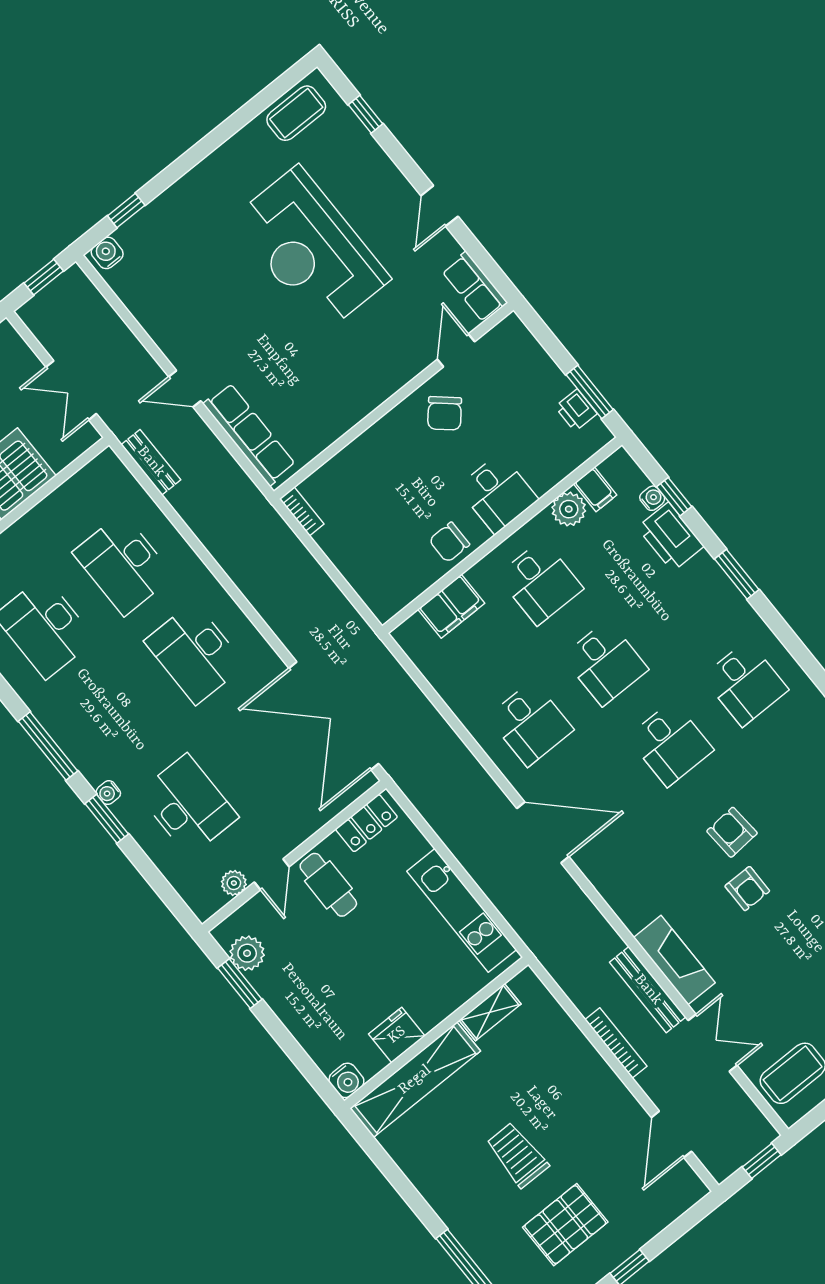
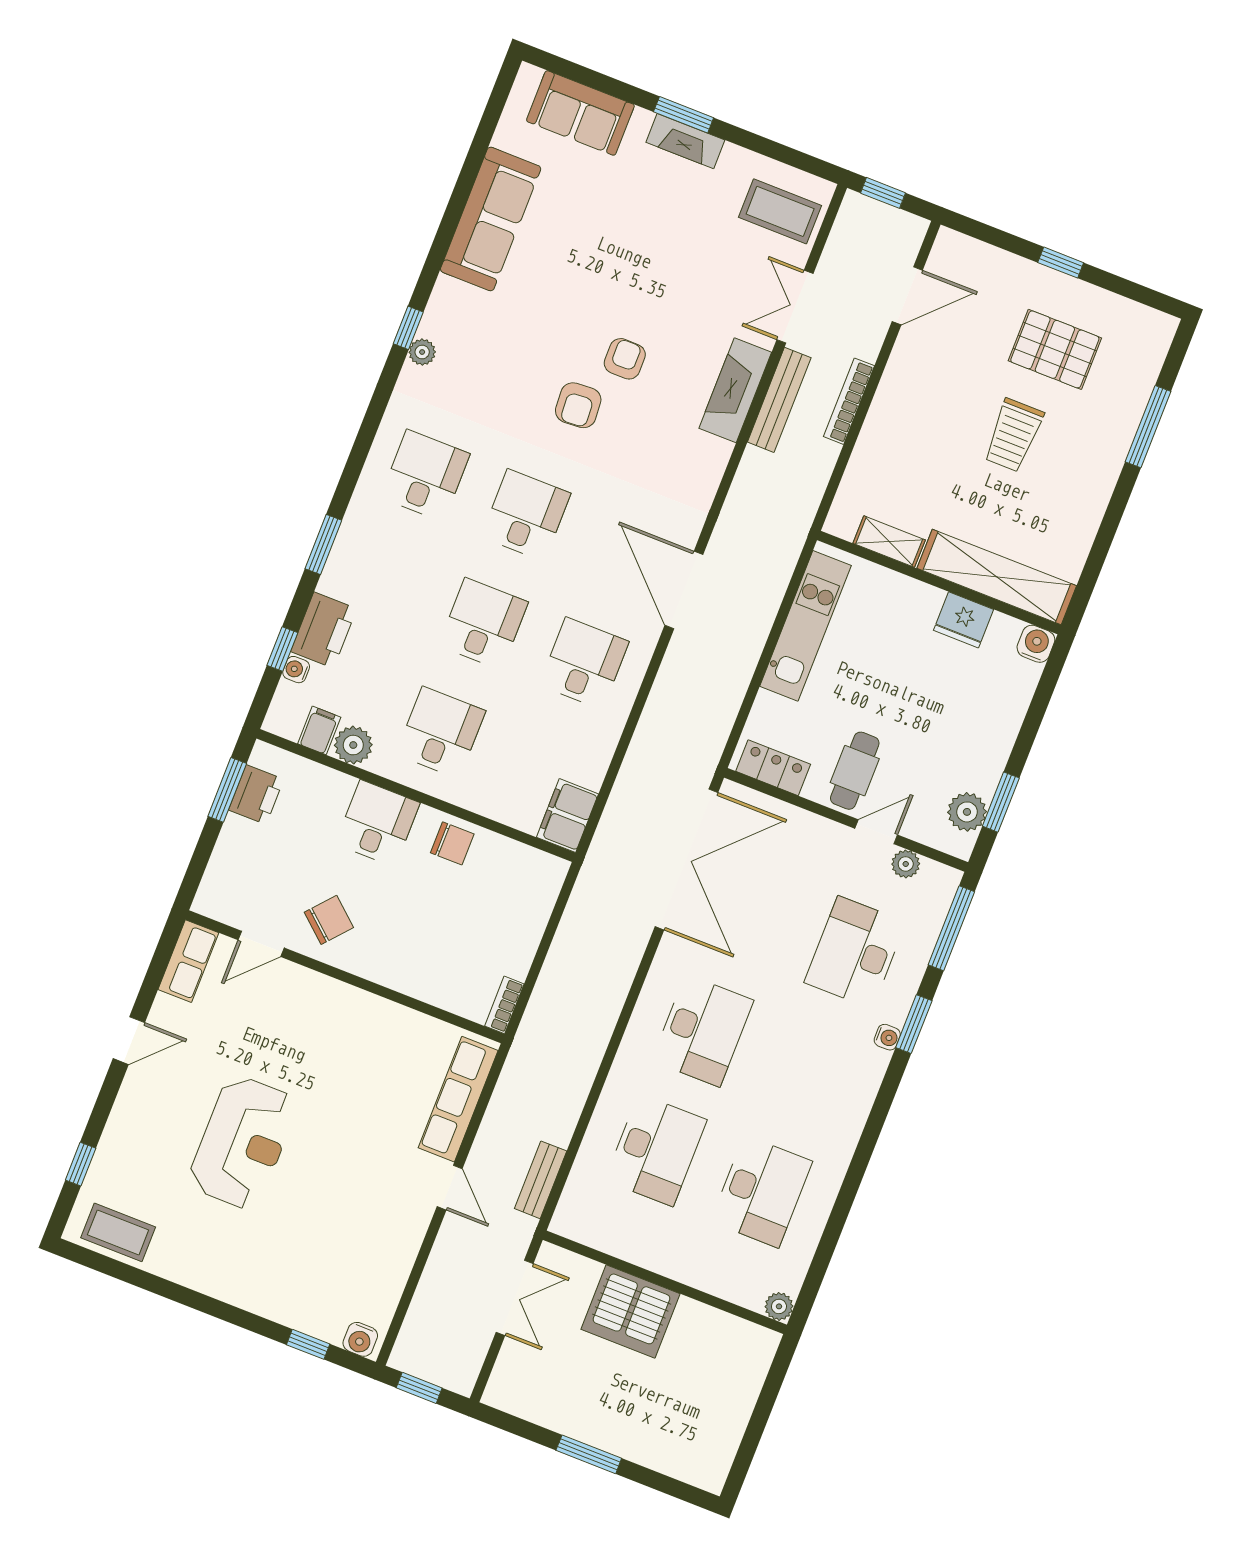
reception desk: (311, 249) -> (243, 1142), width x0.74, depth x0.77
printer: (576, 410) -> (256, 795), width x1.36, depth x1.24
filing cabinet: (451, 606) -> (567, 816), moved, turned -90
window: (48, 746) -> (951, 928), moved

